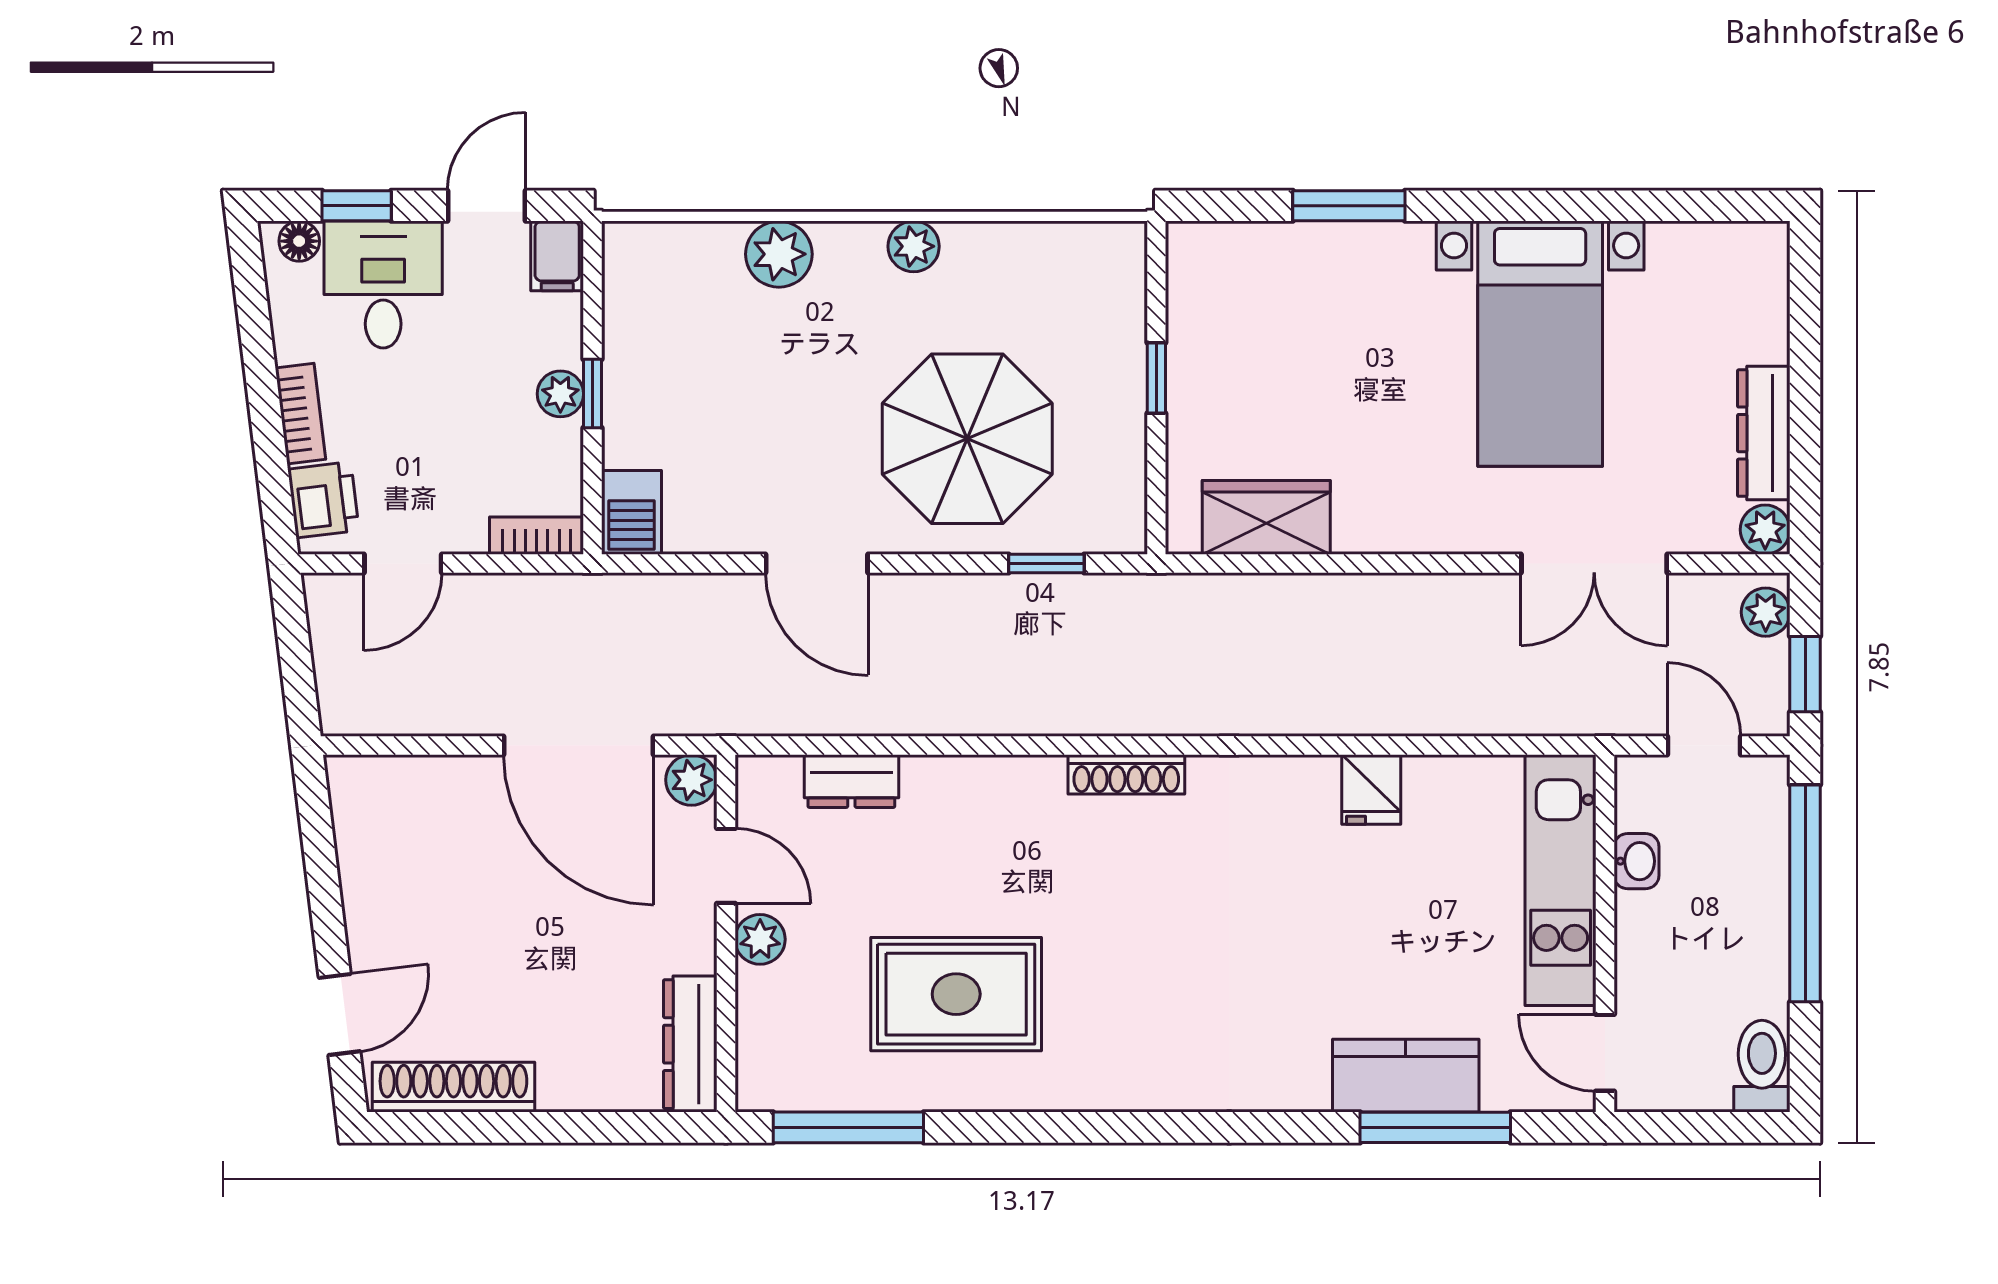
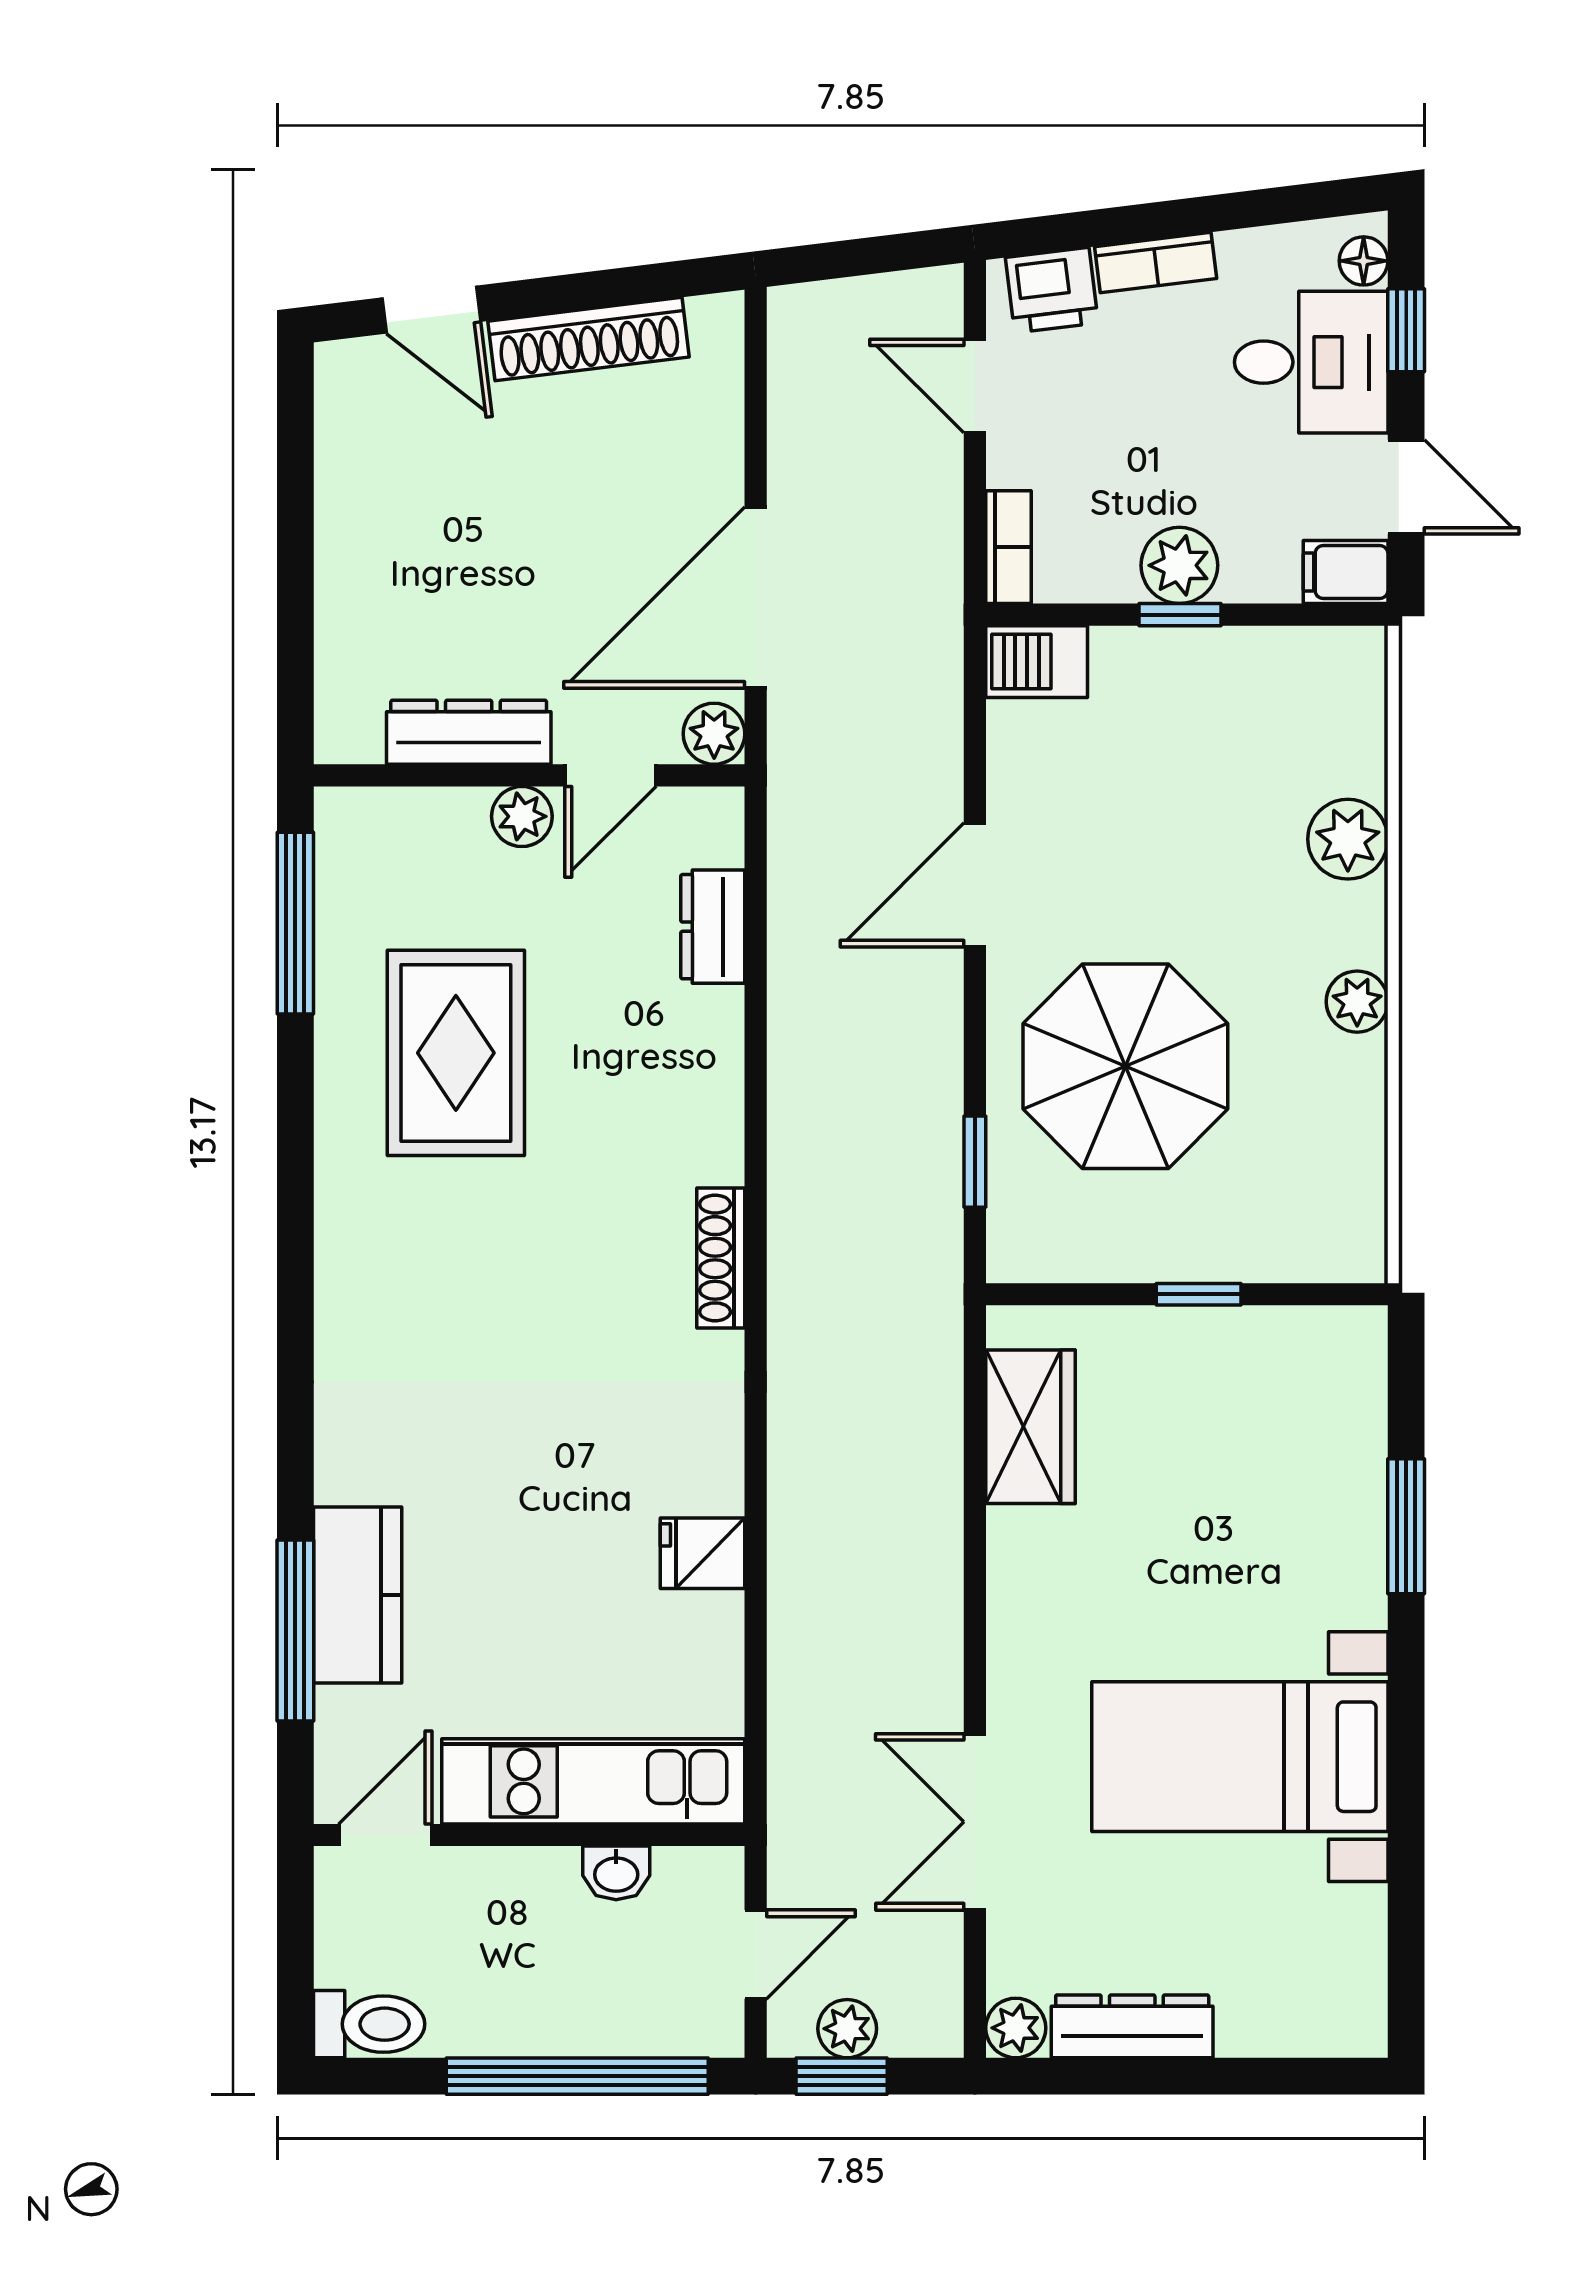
plant: (560, 394) -> (1179, 565), width x1.38, depth x1.38
plant: (1766, 612) -> (847, 2029), moved
dresser: (690, 1044) -> (469, 732), moved
shoe rack: (453, 1087) -> (588, 339), moved, turned 83

